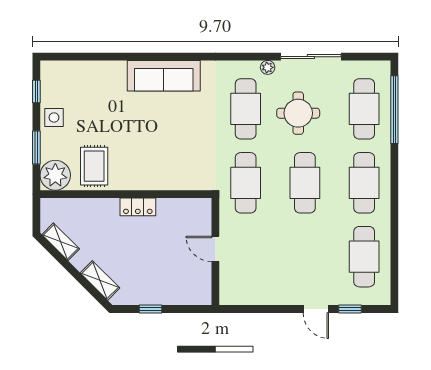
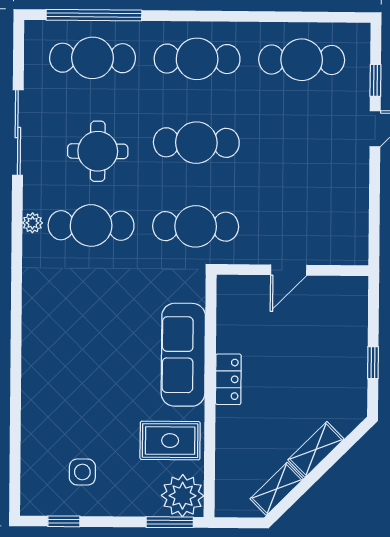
plant: (268, 67) -> (32, 223), moved
sofa: (164, 76) -> (183, 355), moved, turned 180
side table: (54, 117) -> (82, 472), moved
window: (36, 147) -> (170, 522), moved
shelving: (100, 280) -> (316, 449), moved

